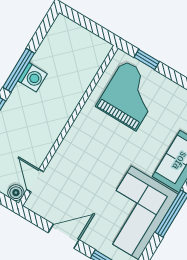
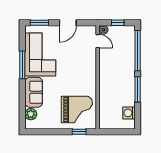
washing machine: (32, 77) -> (129, 113), moved
grand piano: (130, 95) -> (77, 110), turned -90

